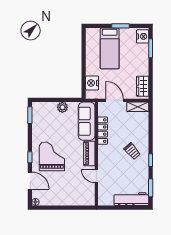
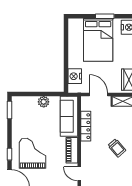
bed: (110, 48) -> (98, 40), width x1.50

